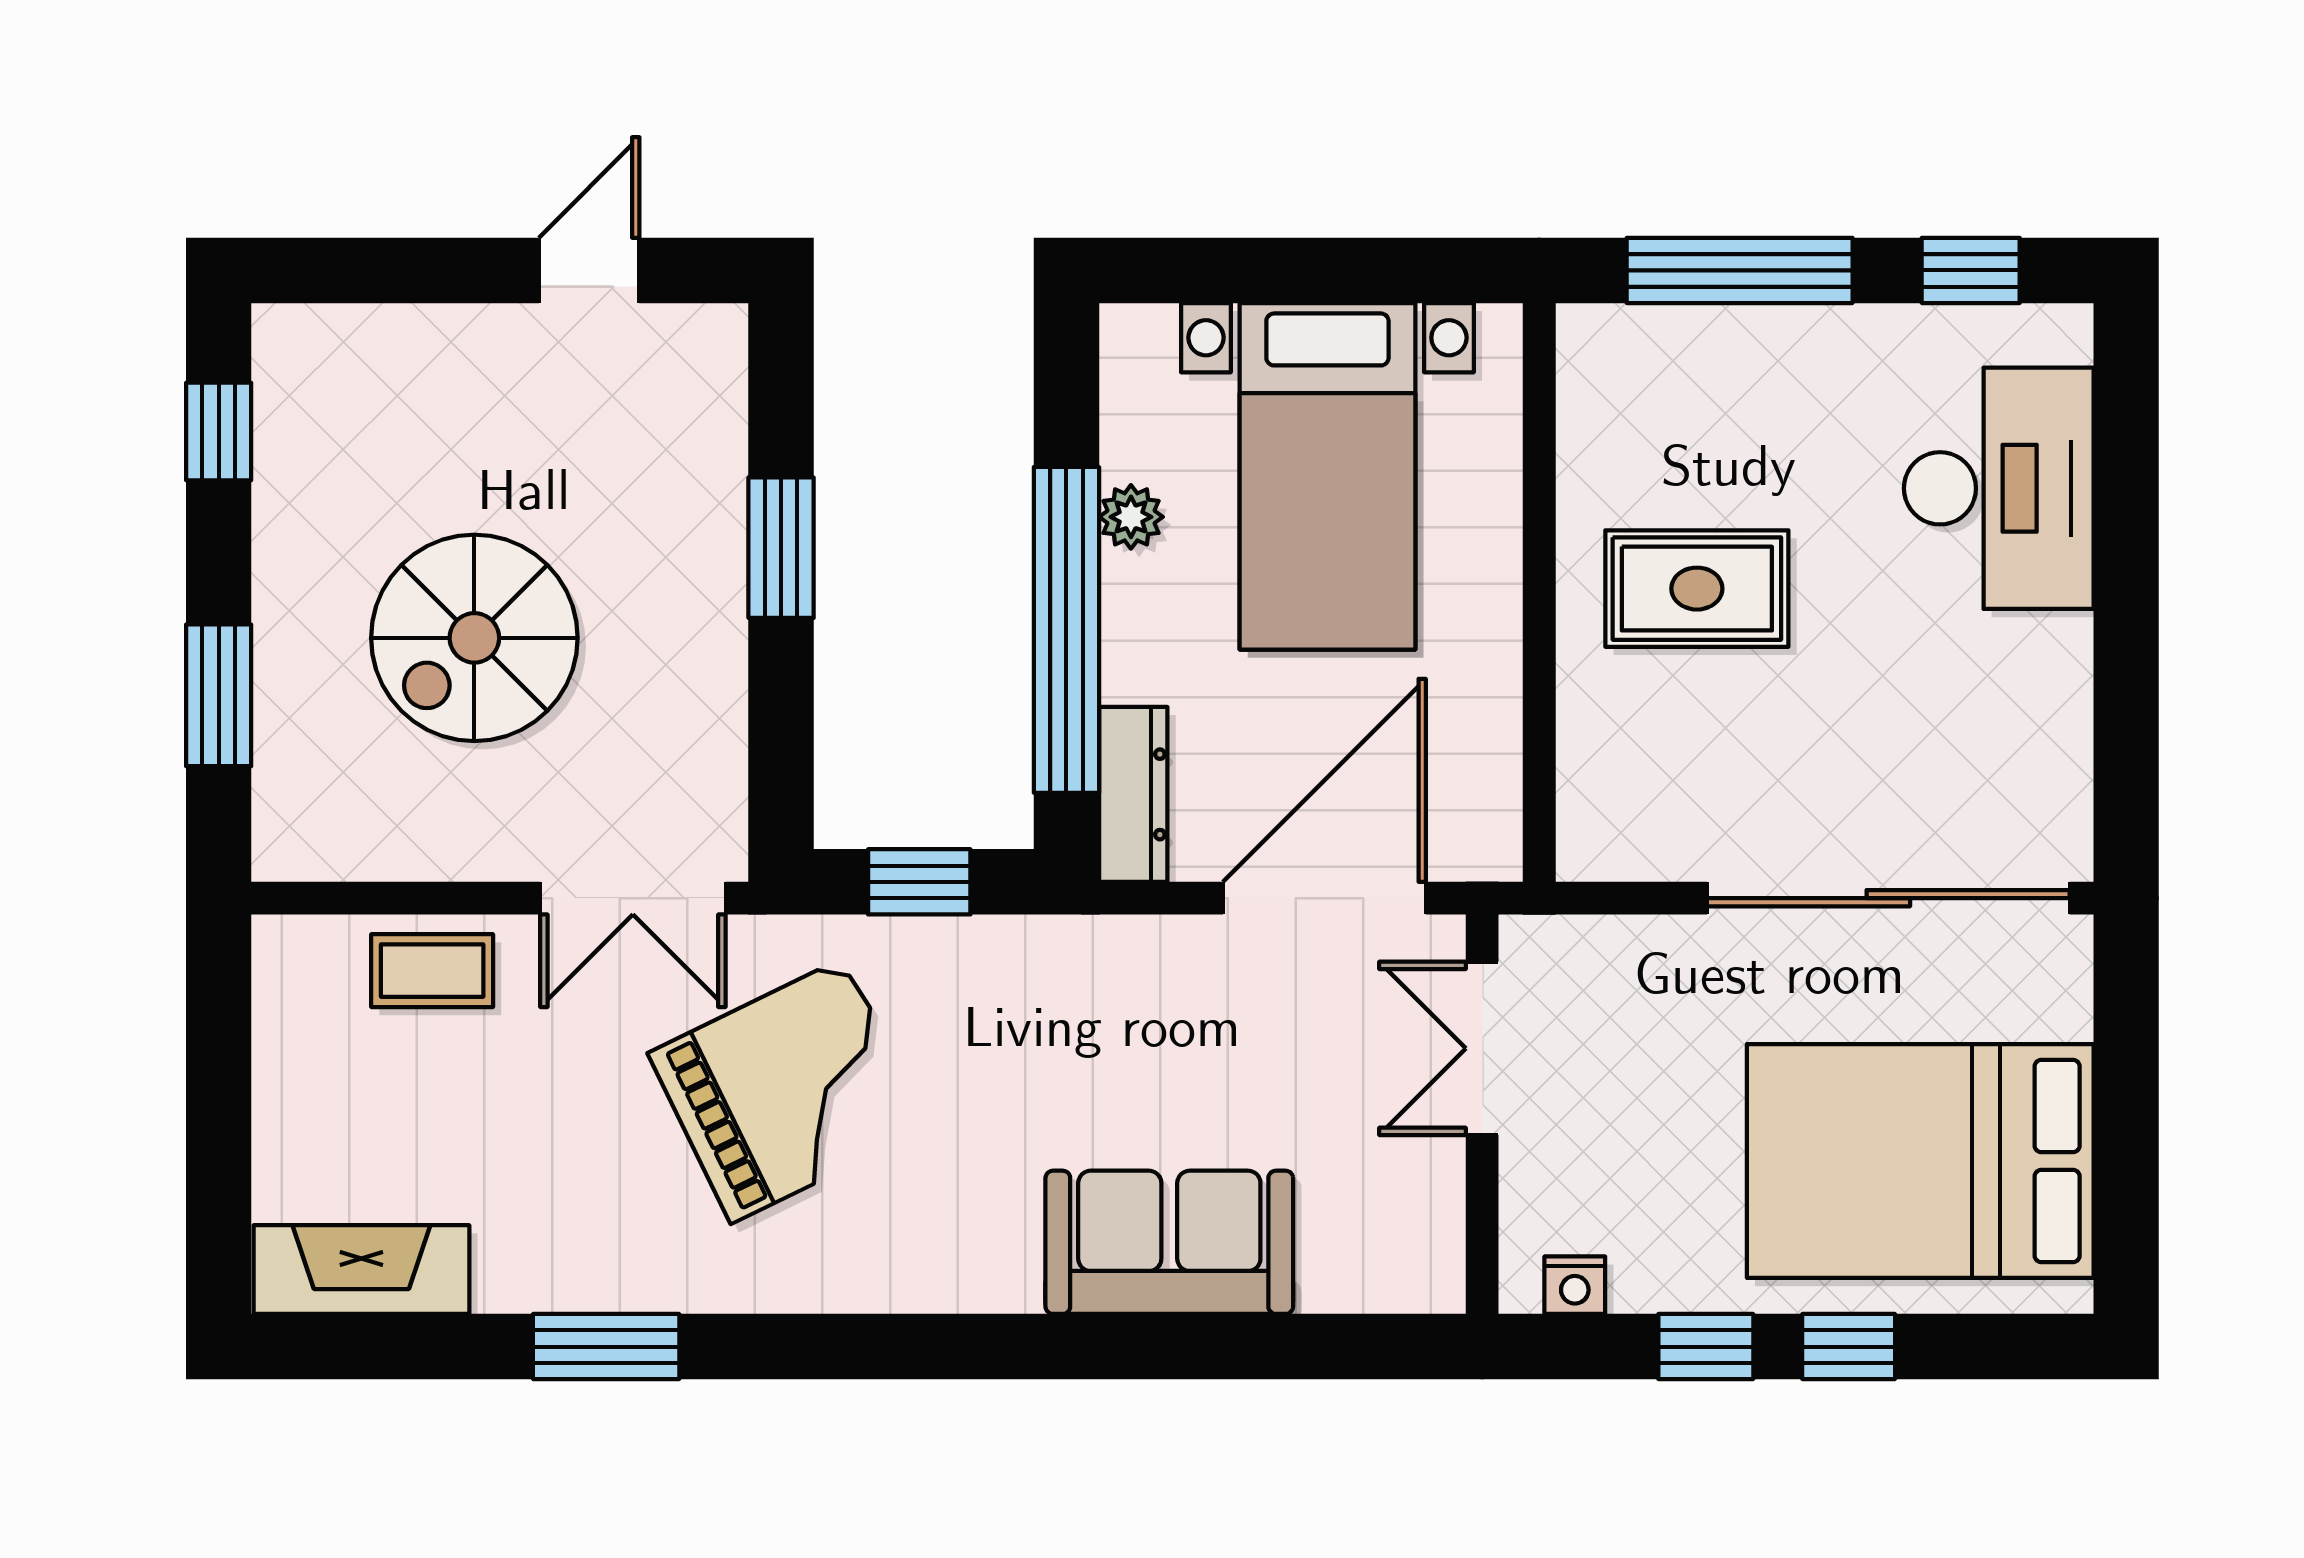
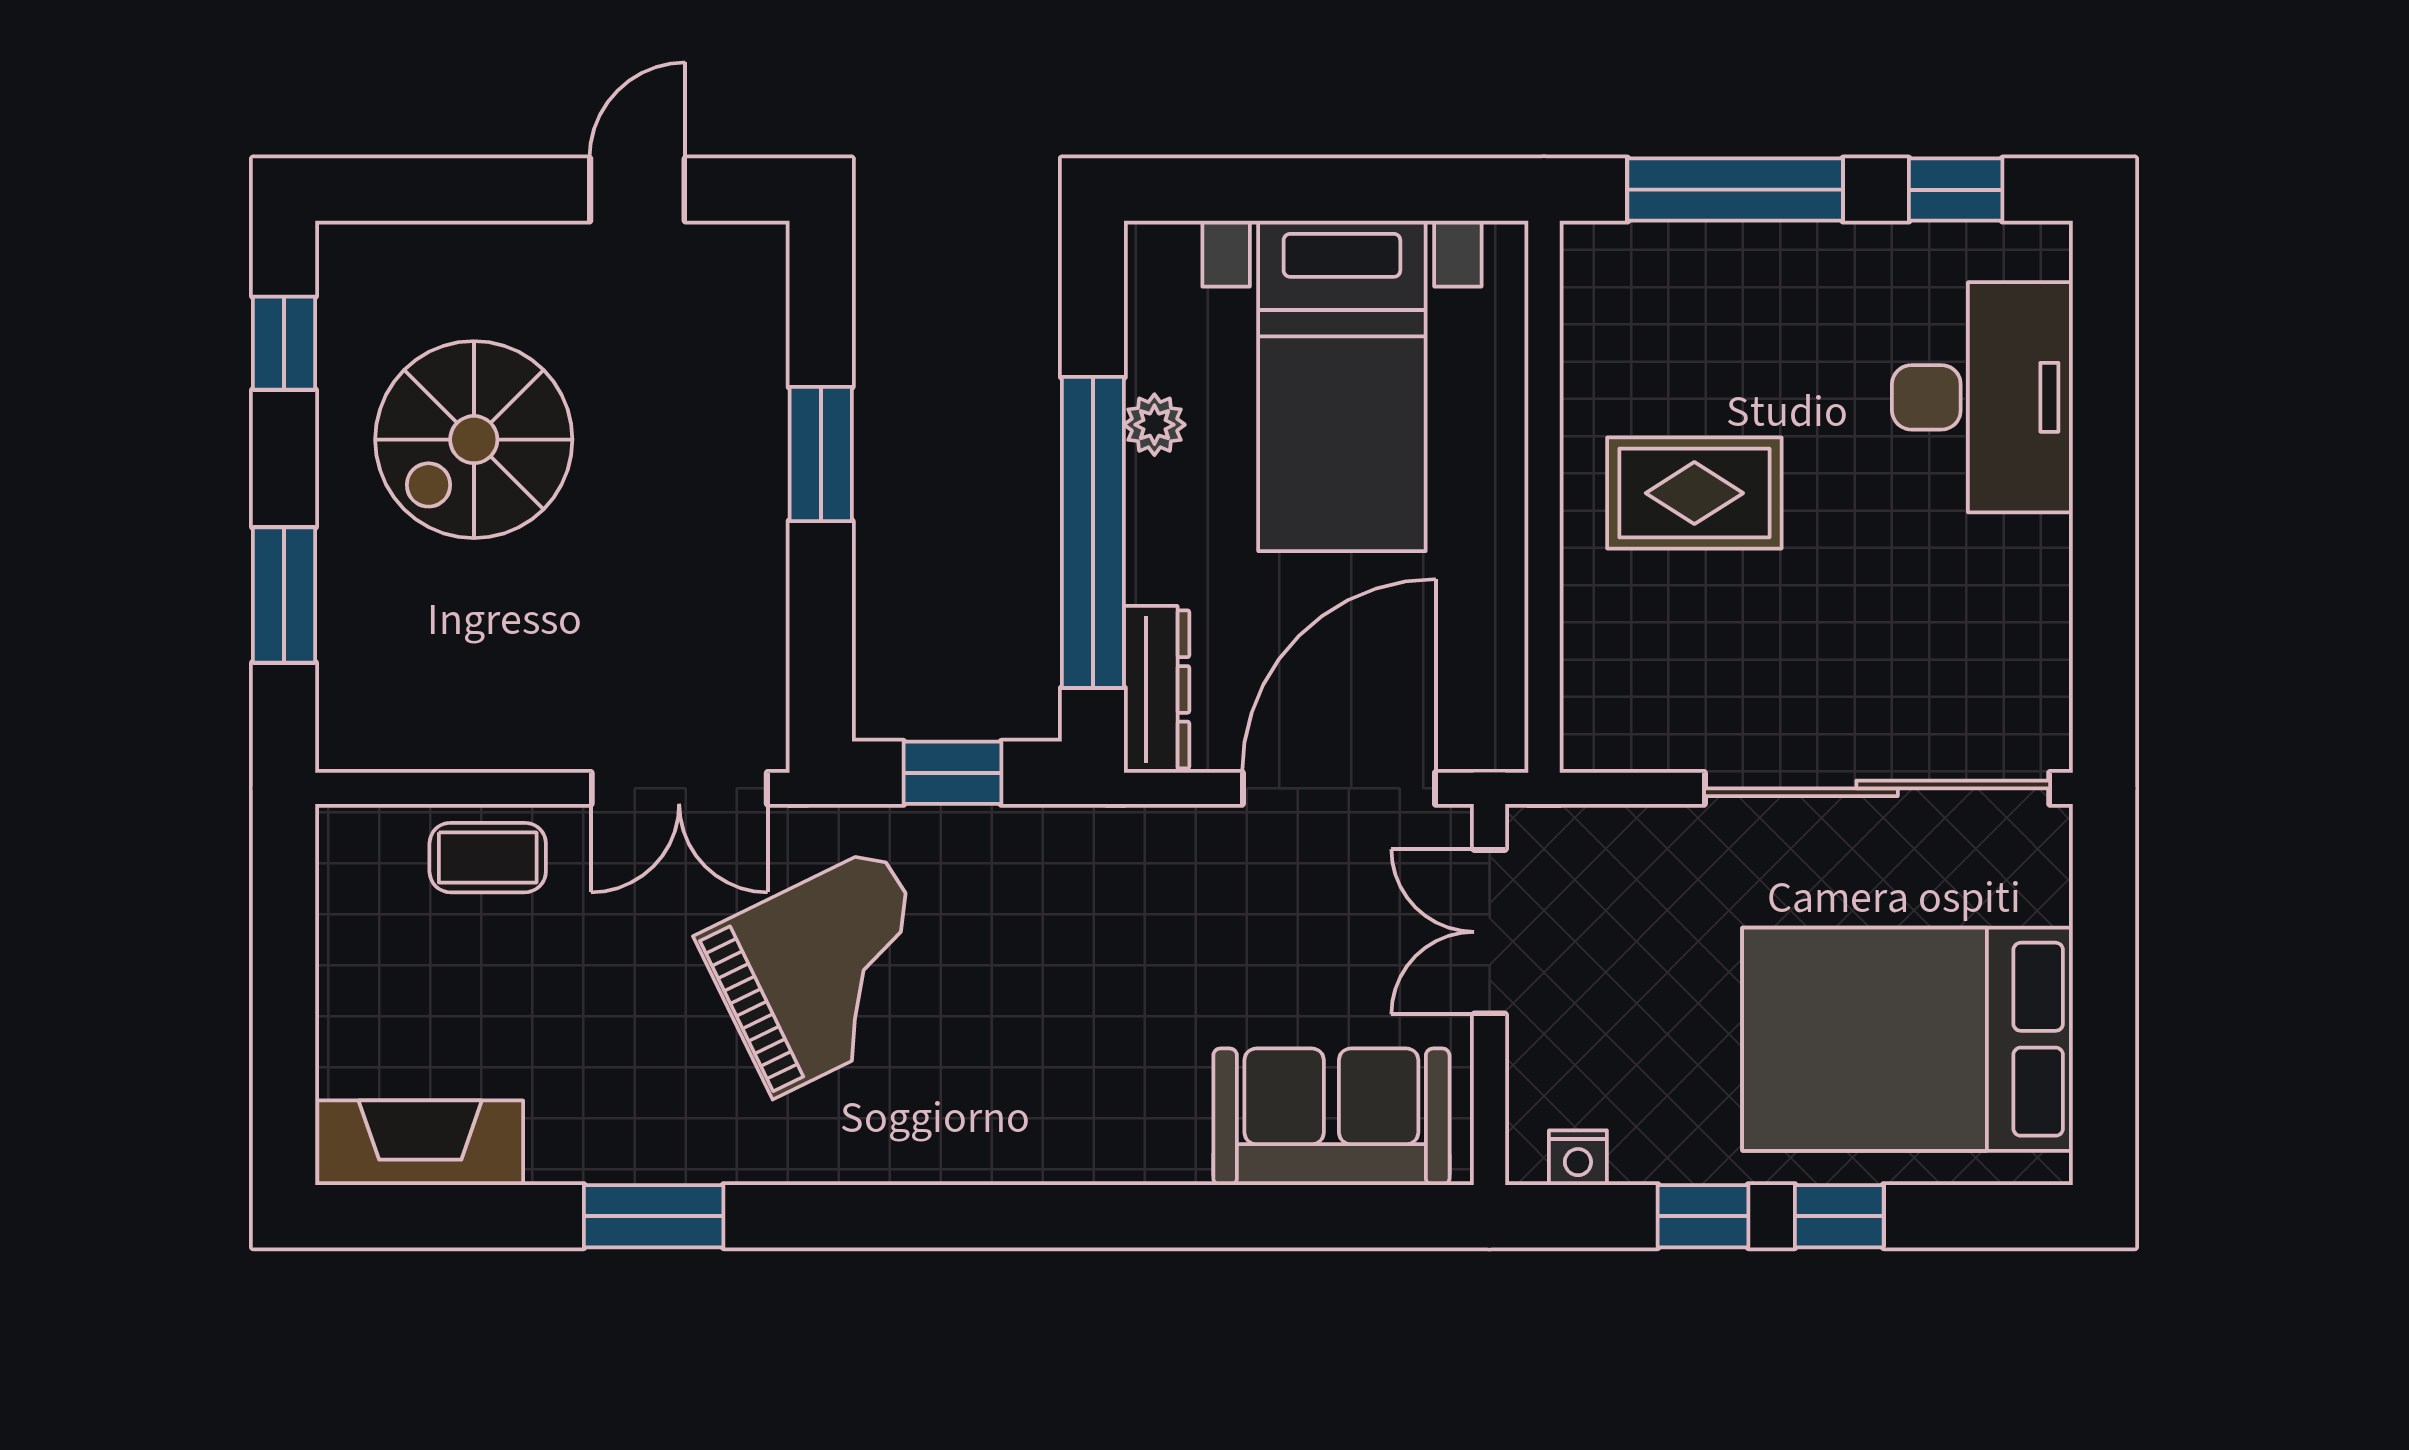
spiral stairs: (474, 638) -> (474, 440), moved
sofa: (1169, 1242) -> (1331, 1117), moved

